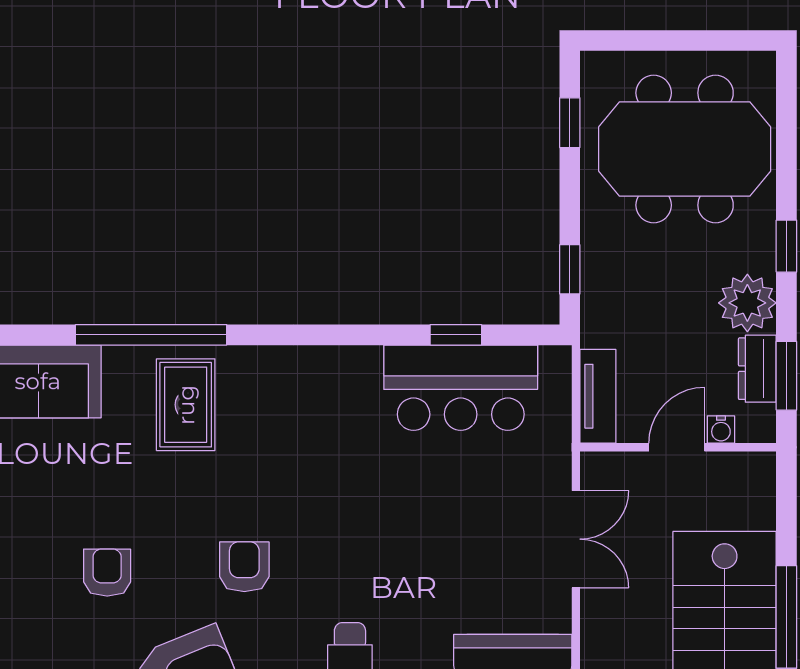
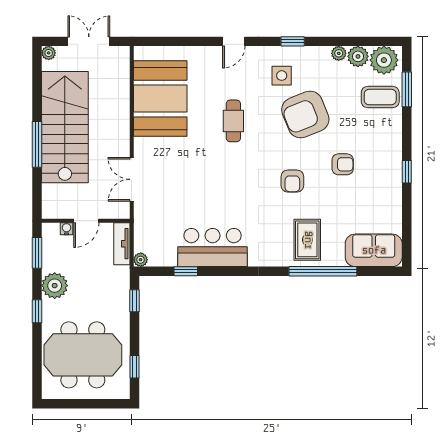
plant: (556, 361) -> (141, 260), added
dresser: (757, 369) -> (50, 256), removed
bar counter: (461, 388) -> (213, 247), moved
armchair: (244, 567) -> (292, 181), moved
armchair: (107, 573) -> (343, 164), turned -90

